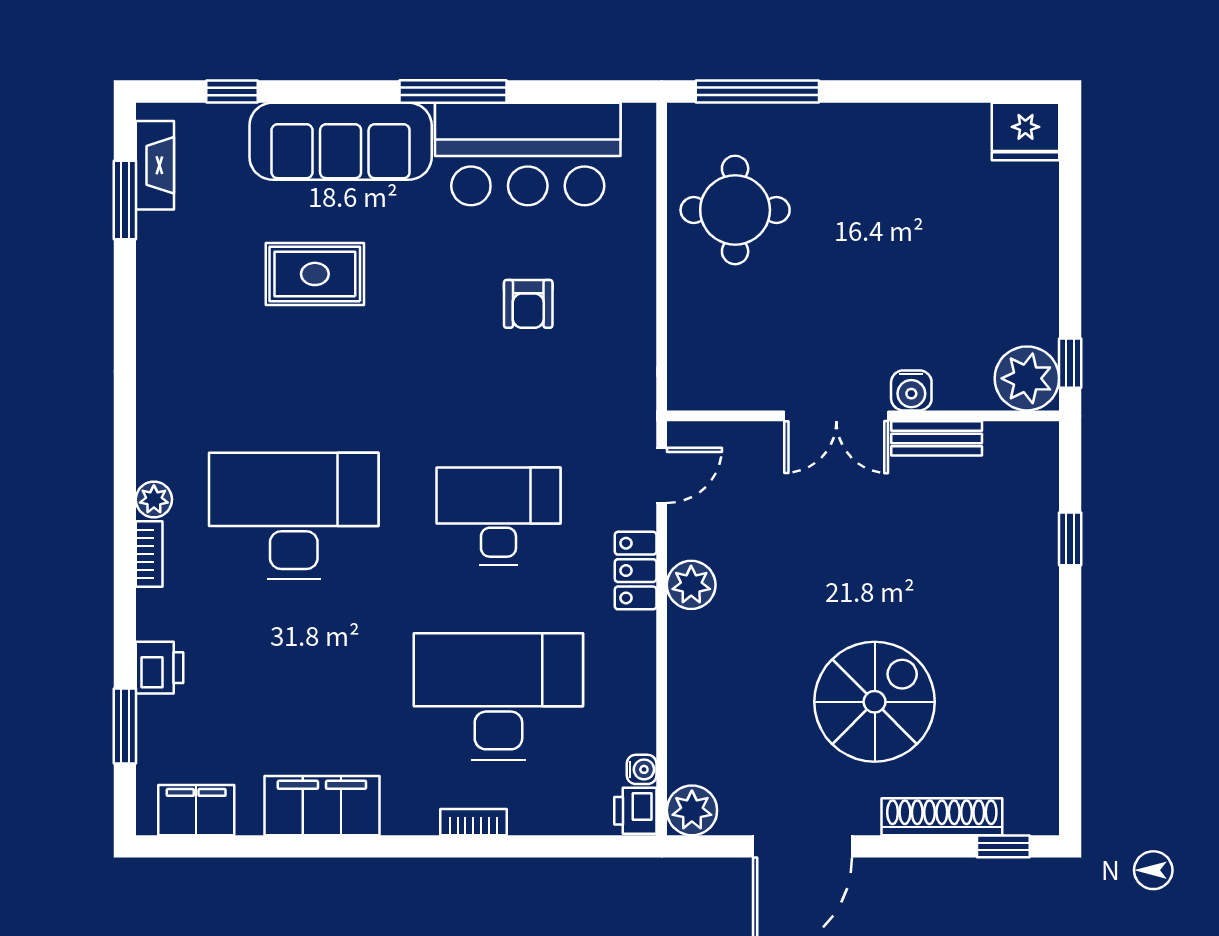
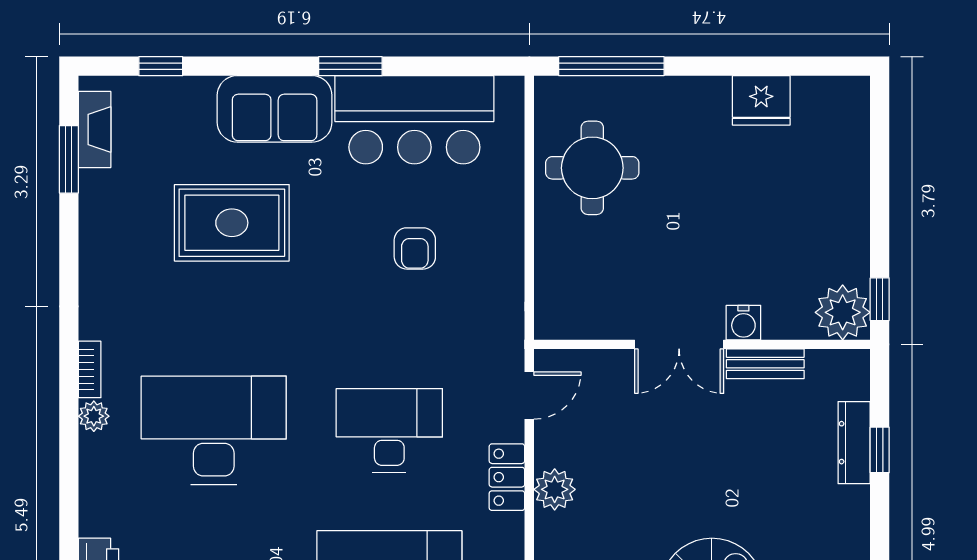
window: (453, 91) -> (350, 66), width x0.69
fridge: (1025, 131) -> (761, 100), moved
sofa: (341, 141) -> (275, 109), width x0.73
rug: (315, 274) -> (232, 223), width x1.36, depth x1.43
dresser: (1040, 530) -> (854, 443), added
bookcase: (149, 554) -> (90, 369), moved

